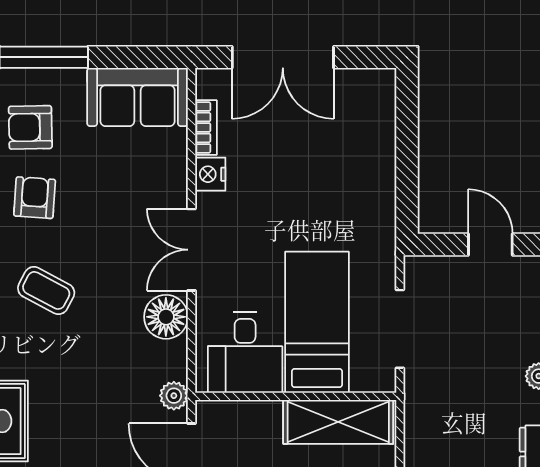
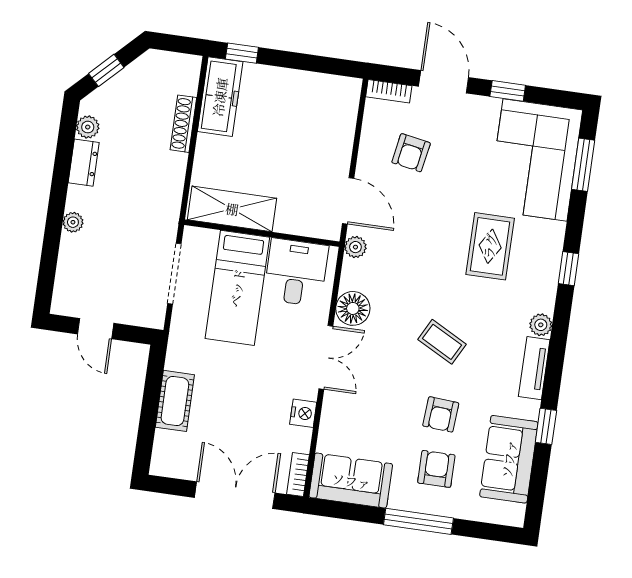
armchair: (30, 127) -> (436, 469), turned -89
bookcase: (206, 128) -> (298, 475), moved
cot: (376, 167) -> (175, 401), added

